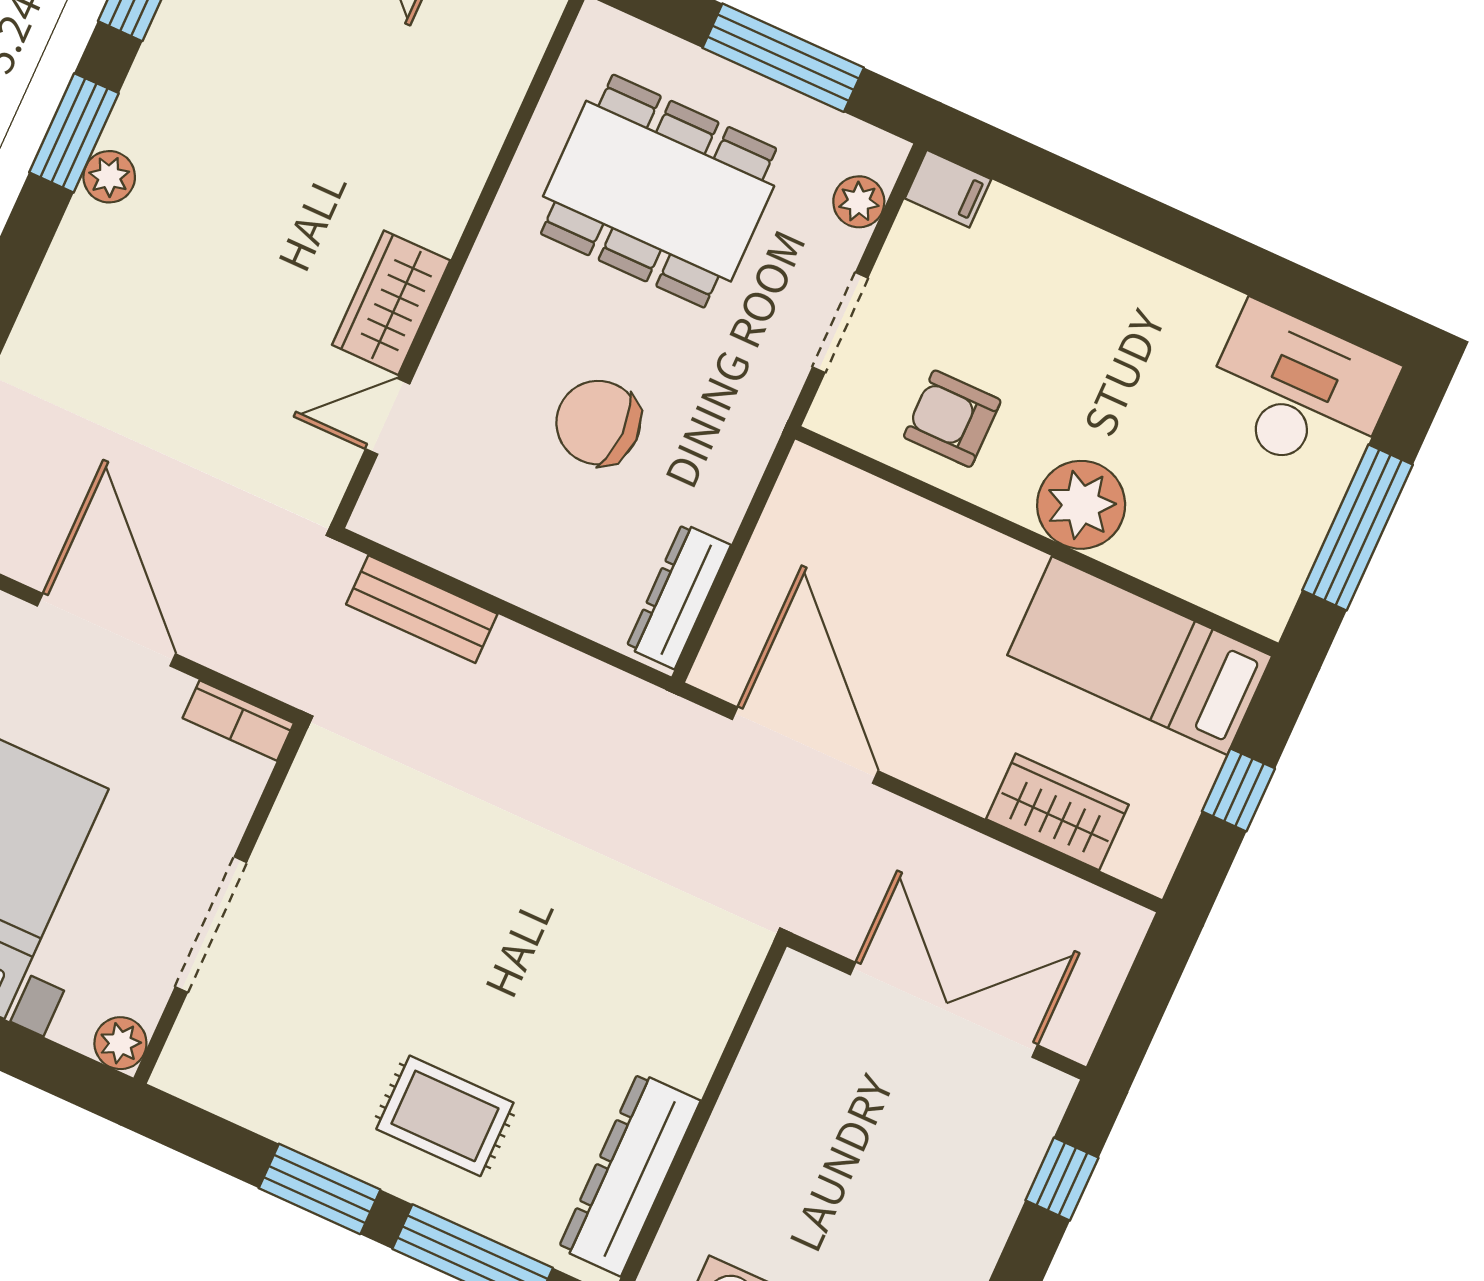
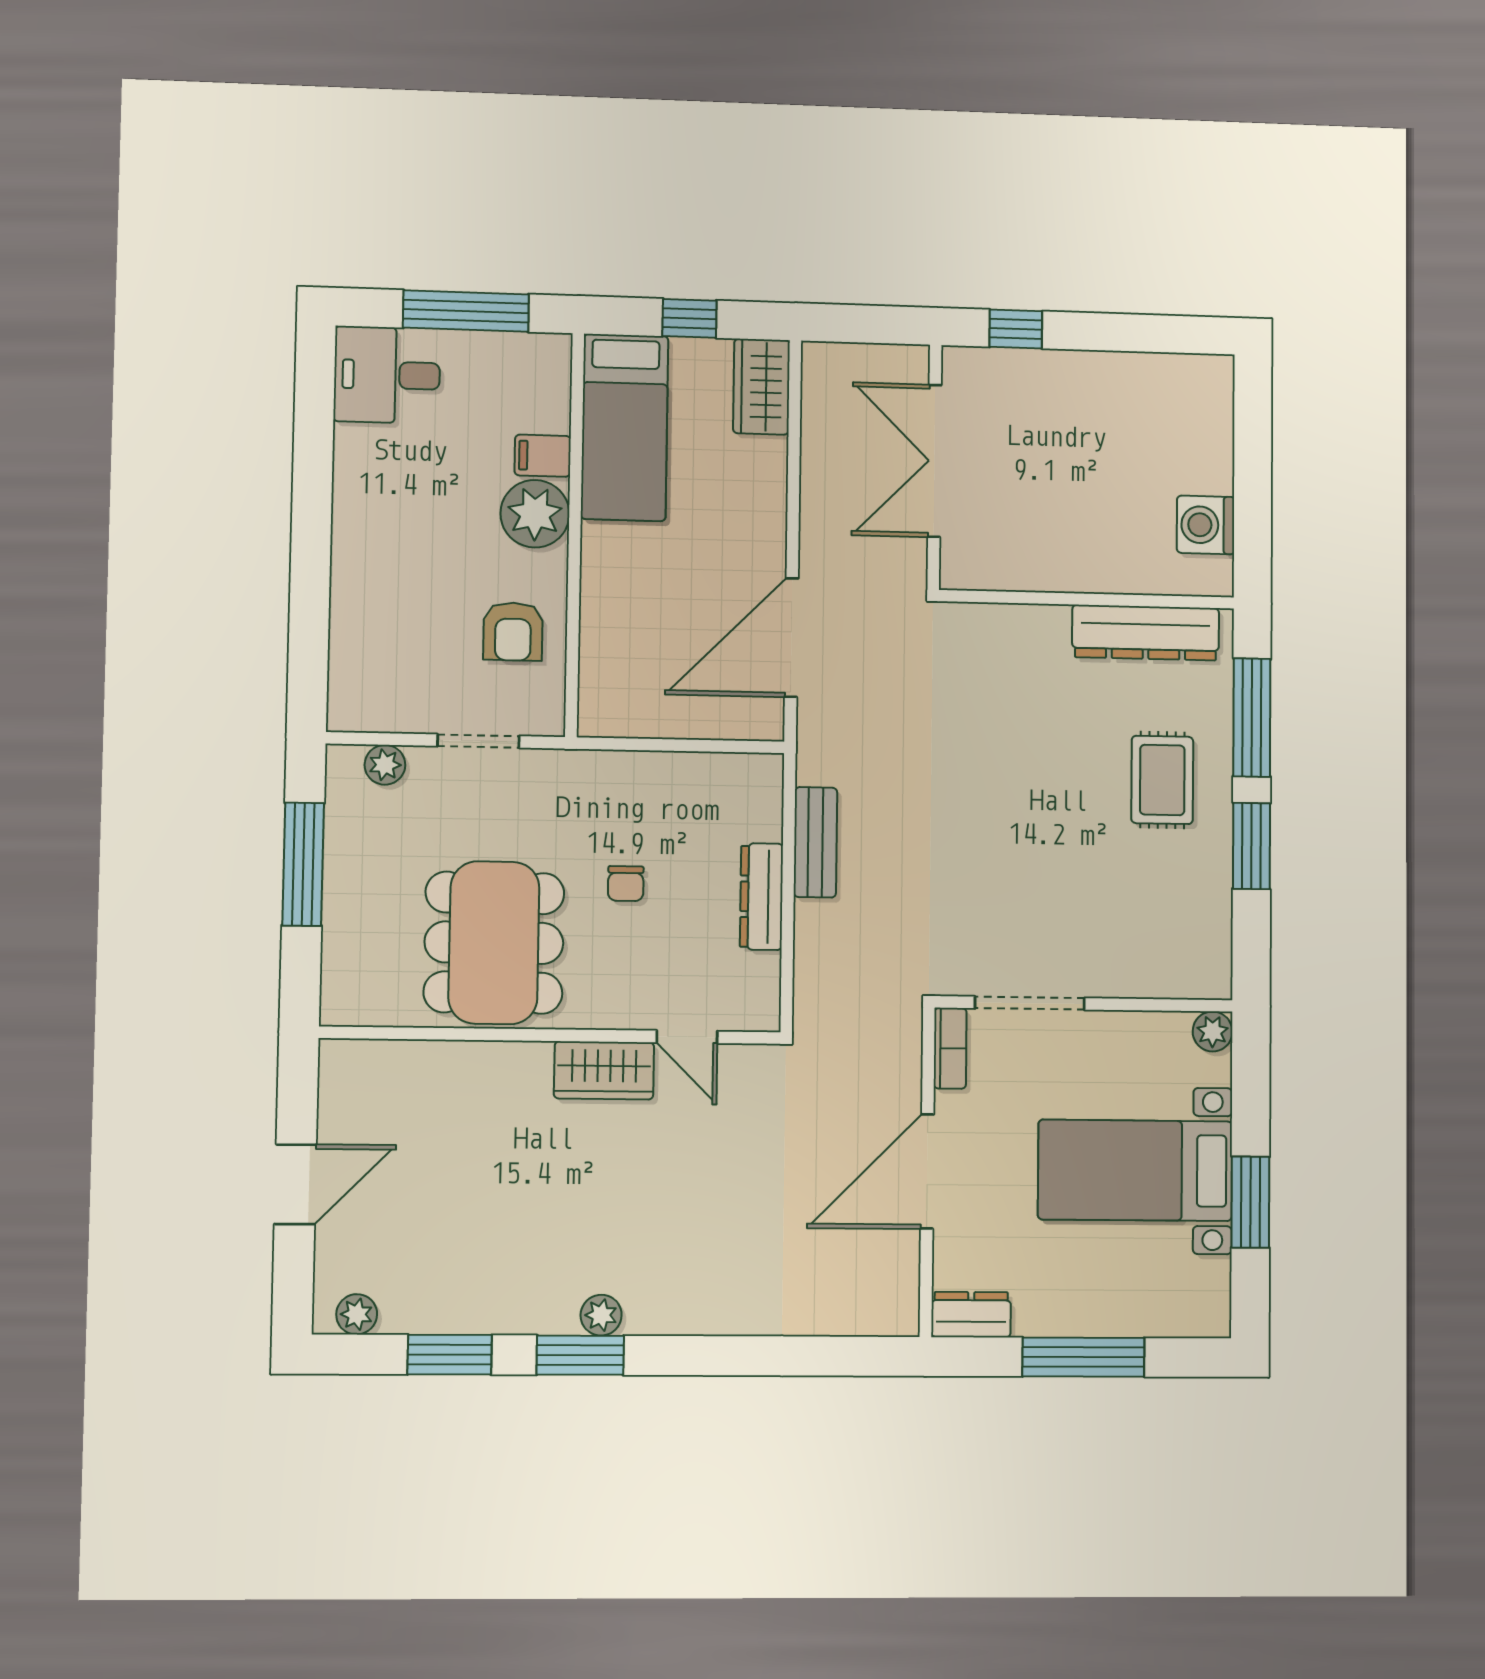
filing cabinet: (948, 189) -> (543, 456), moved, turned -90
dining table: (659, 191) -> (494, 943), moved
desk: (1299, 392) -> (387, 375), width x0.73
chair: (598, 423) -> (626, 884), width x0.54, depth x0.54
dresser: (679, 596) -> (761, 897), moved, turned 90
bench: (422, 609) -> (815, 842), moved
wardrobe: (1057, 812) -> (761, 387), moved
doorway: (211, 925) -> (1030, 1003), moved

